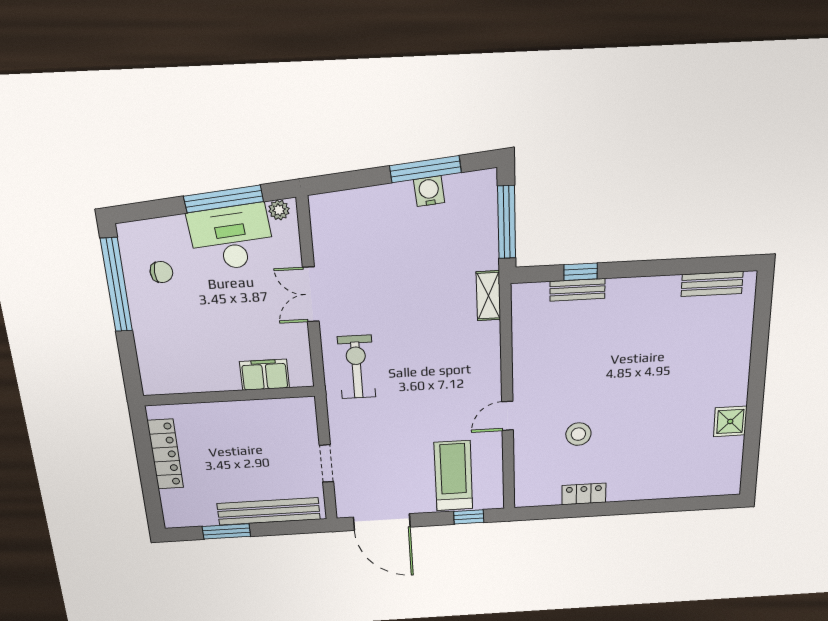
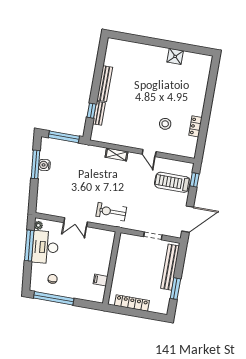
bench: (712, 284) -> (105, 84), moved, width x1.36
shelving: (488, 296) -> (116, 154), moved
filing cabinet: (265, 375) -> (101, 280), moved, width x0.50

